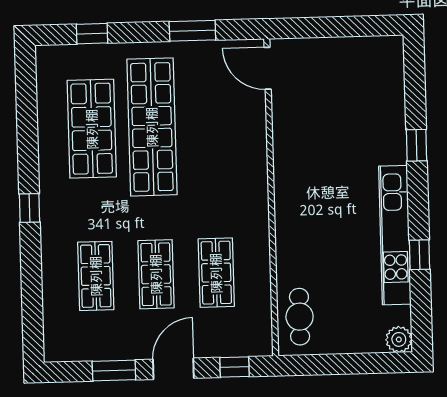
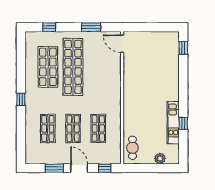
window: (416, 145) -> (183, 48), moved
kitchen unit: (395, 235) -> (173, 123), width x0.73
plant: (399, 339) -> (160, 159), moved
door: (173, 369) -> (79, 168), hinge flipped

